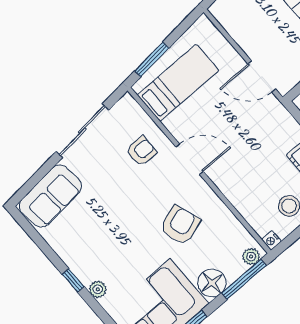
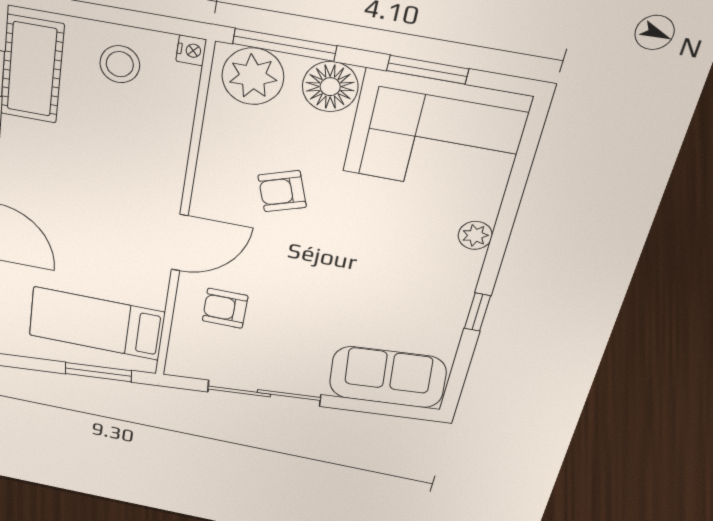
door: (190, 159) -> (180, 243), swing flipped
armchair: (180, 225) -> (282, 191), width x0.72, depth x0.72
plant: (251, 257) -> (253, 76), width x1.87, depth x1.87
window: (73, 280) -> (477, 312), moved

